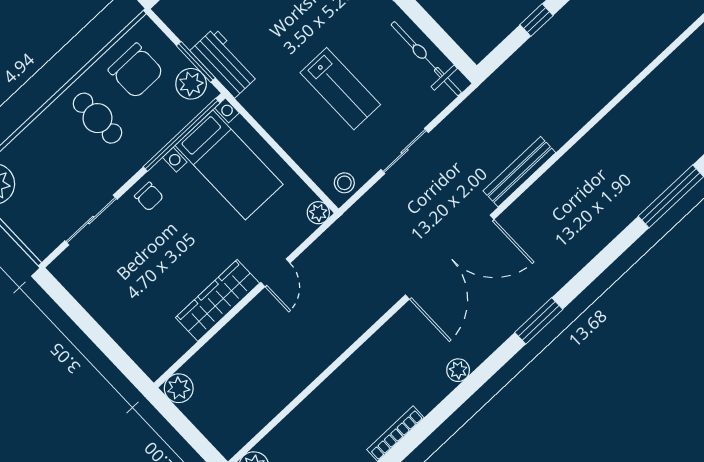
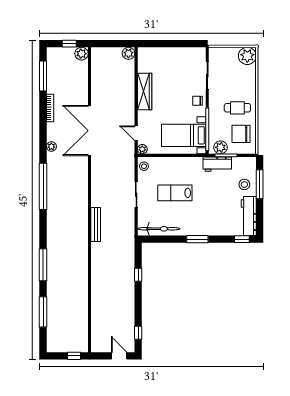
double door: (450, 257) -> (89, 131), moved
door: (275, 273) -> (136, 133), moved
window: (539, 321) -> (43, 186), width x2.11

